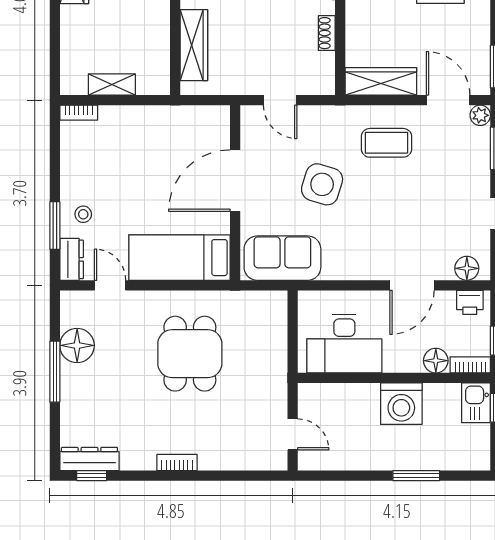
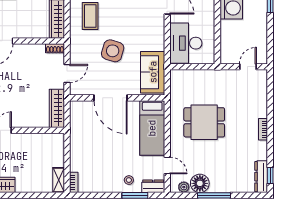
shoe rack: (327, 33) -> (55, 48), moved
wardrobe: (194, 45) -> (57, 108), moved, turned -90
shelving: (112, 85) -> (59, 180), moved
door: (110, 285) -> (167, 166), swing flipped
plant: (70, 316) -> (184, 187), added
desk: (344, 343) -> (186, 43), moved, turned 180

